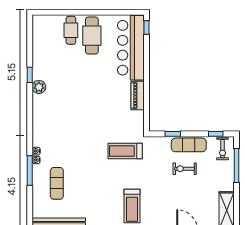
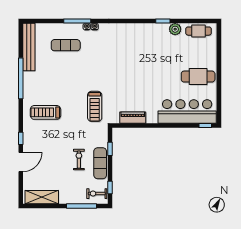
cafe table: (71, 30) -> (199, 31), moved
plant: (39, 87) -> (175, 29), moved
piano: (138, 95) -> (133, 118), moved
treadmill: (125, 151) -> (95, 106), turned 180

